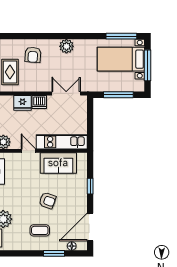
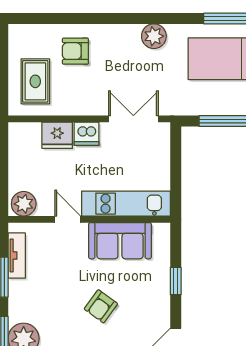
plant: (66, 46) -> (154, 36), moved
armchair: (33, 55) -> (75, 51), turned 86
armchair: (47, 201) -> (101, 306), turned 106

